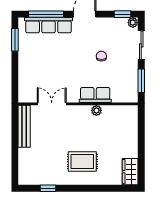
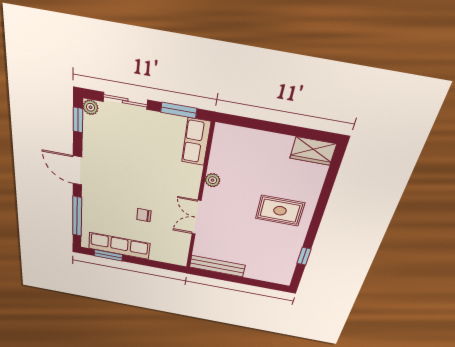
row of seats: (49, 25) -> (119, 246), moved, turned -90
chair: (101, 56) -> (144, 215), moved
row of seats: (95, 95) -> (196, 142), moved
double door: (52, 104) -> (196, 217), moved
rug: (82, 162) -> (280, 211), turned 90

